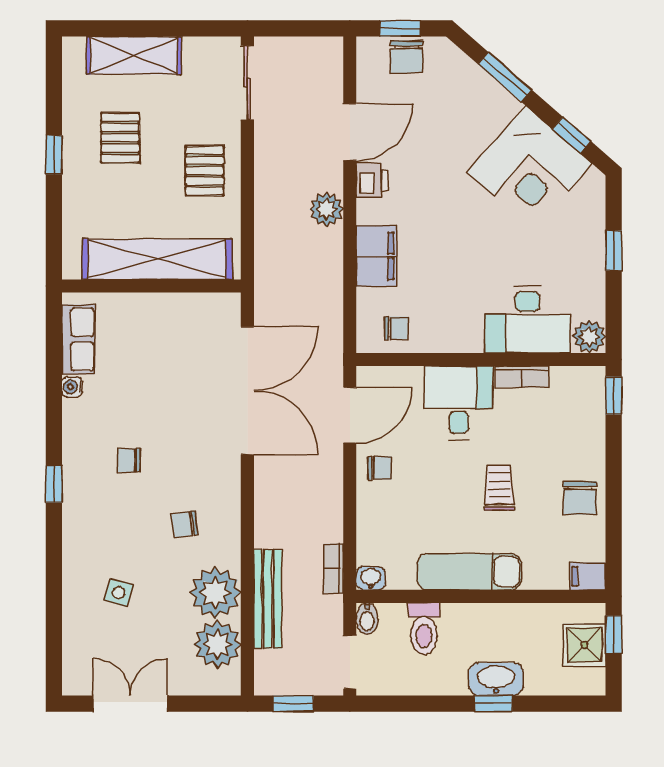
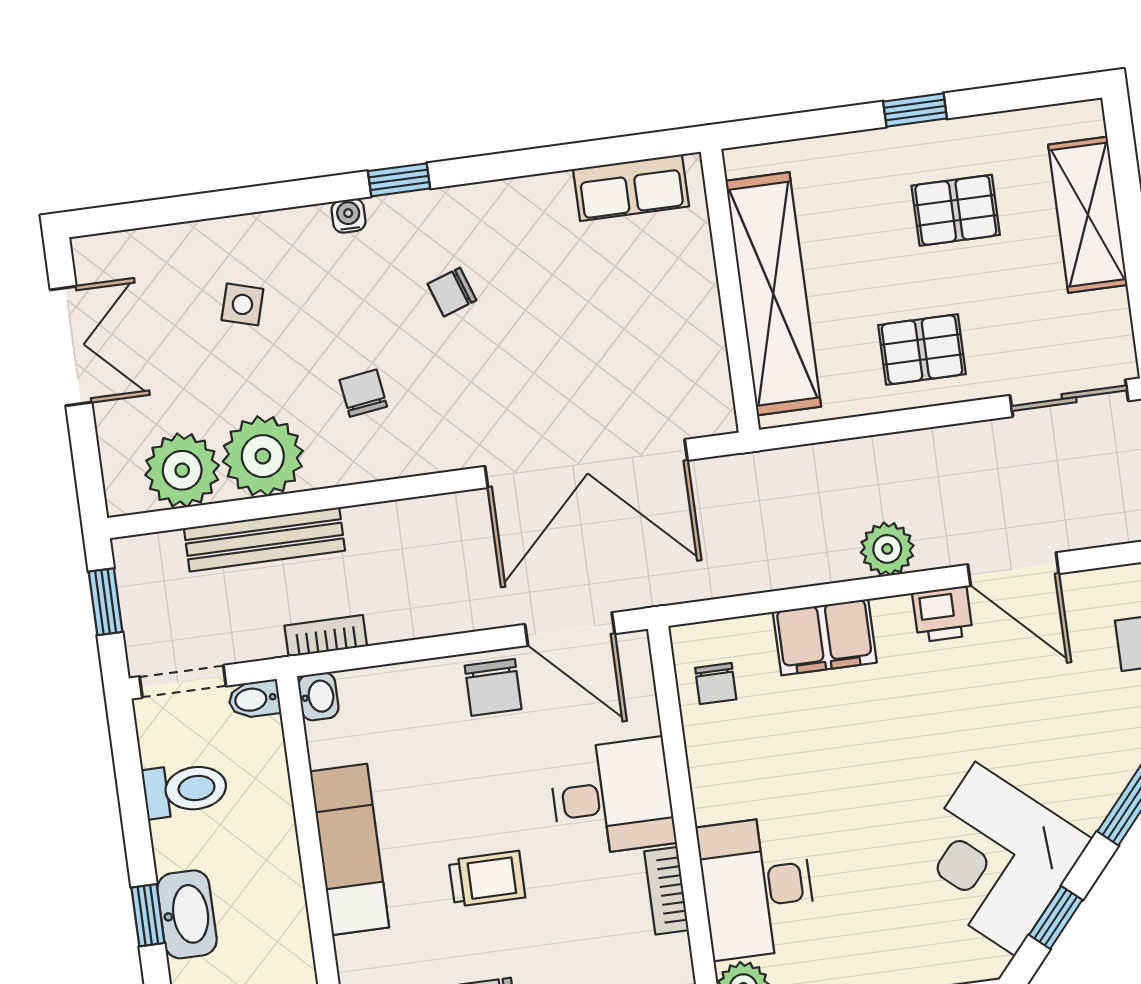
water cooler: (72, 387) -> (349, 216), moved
chair: (129, 460) -> (452, 292), turned -109
chair: (380, 468) -> (493, 687), width x1.37, depth x1.37
toilet: (424, 629) -> (185, 790), moved, turned 180

